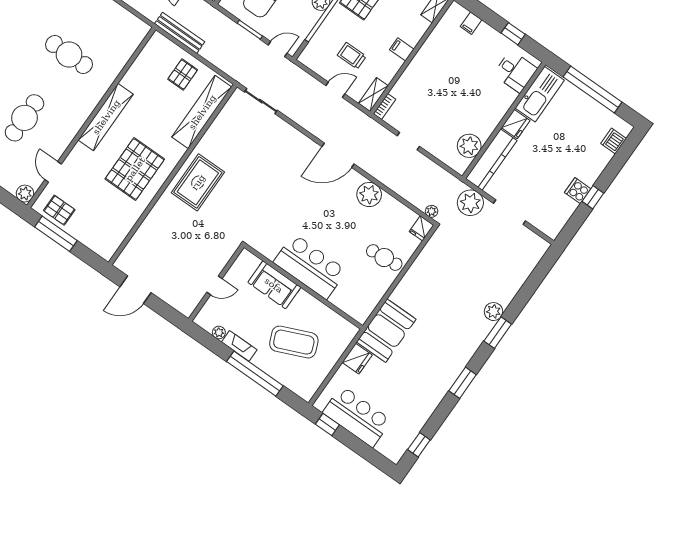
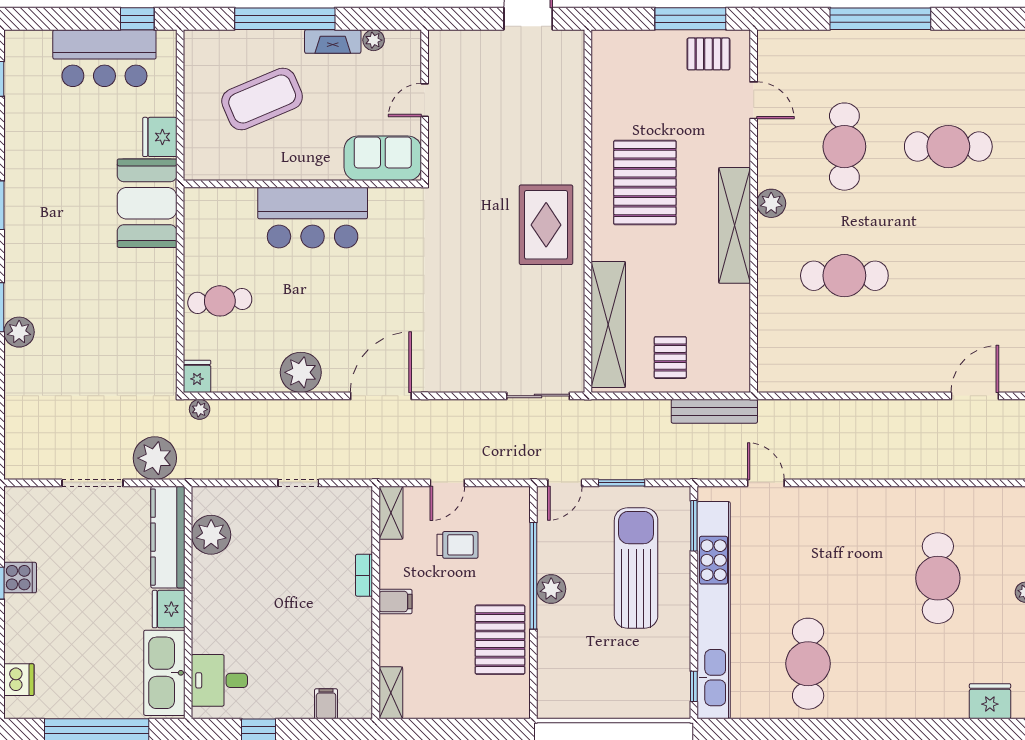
bookcase: (385, 107) -> (364, 575), moved
plant: (25, 194) -> (771, 203), moved
sofa: (274, 285) -> (383, 158), moved

